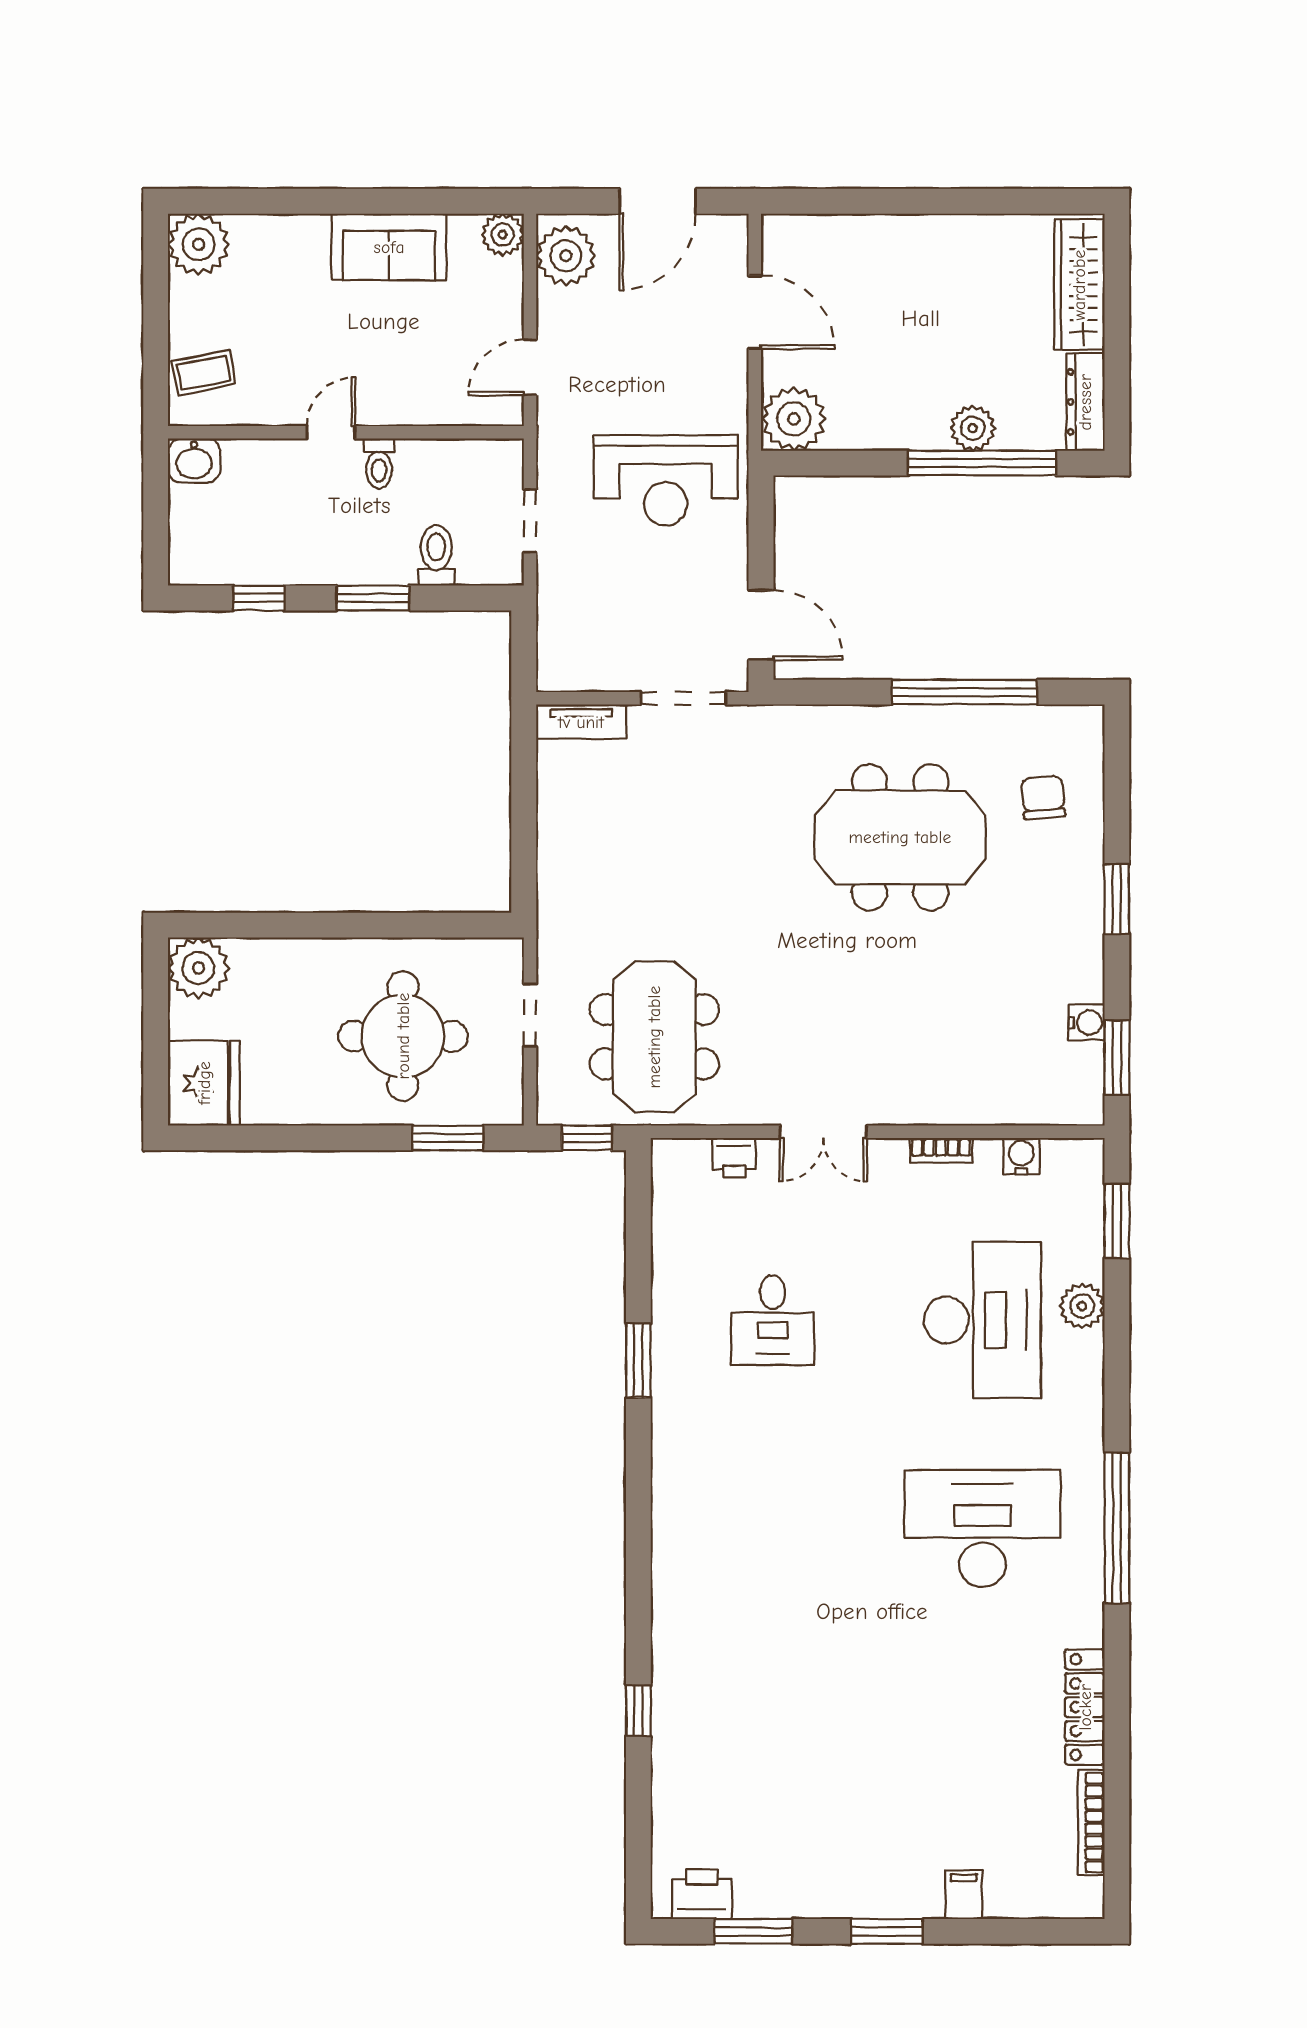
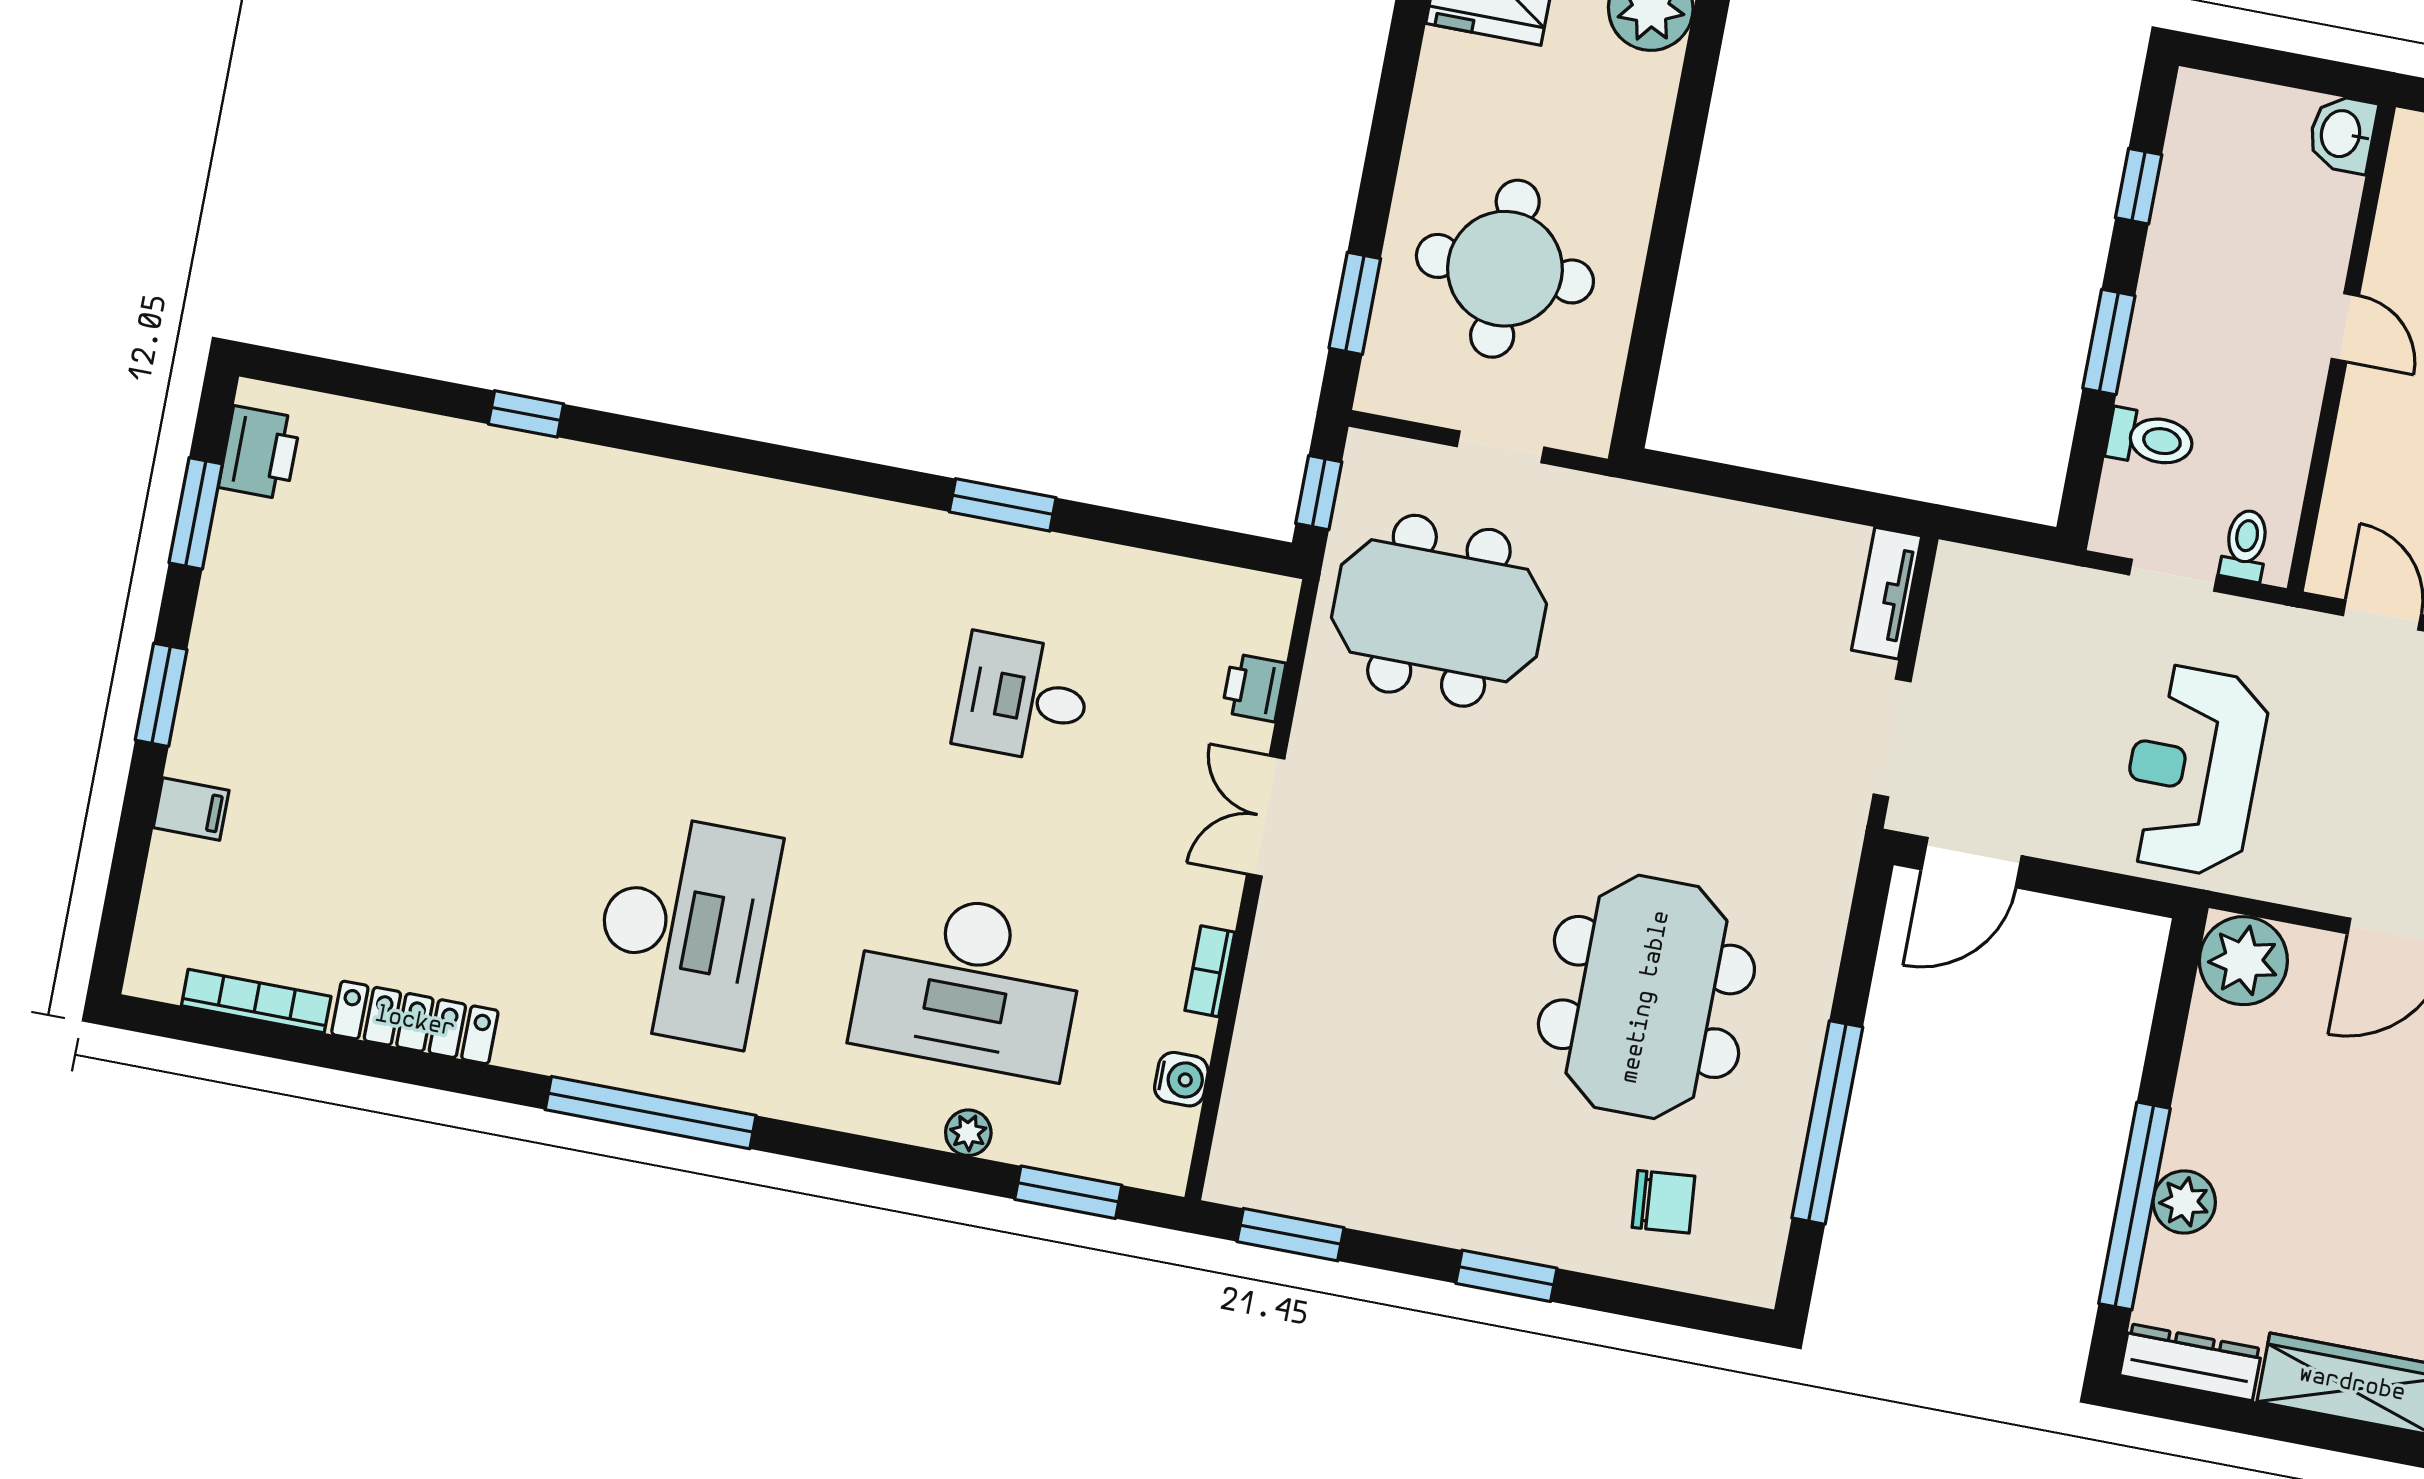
toilet: (379, 463) -> (2245, 545), moved, turned 90
water cooler: (1086, 1022) -> (1346, 1202), removed
plant: (1082, 1306) -> (968, 1133), width x0.73, depth x0.73

